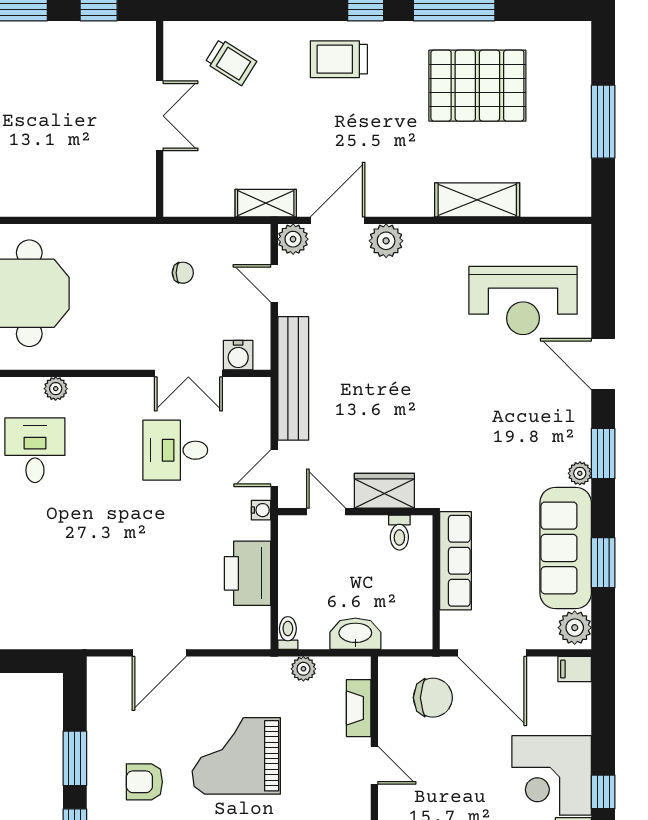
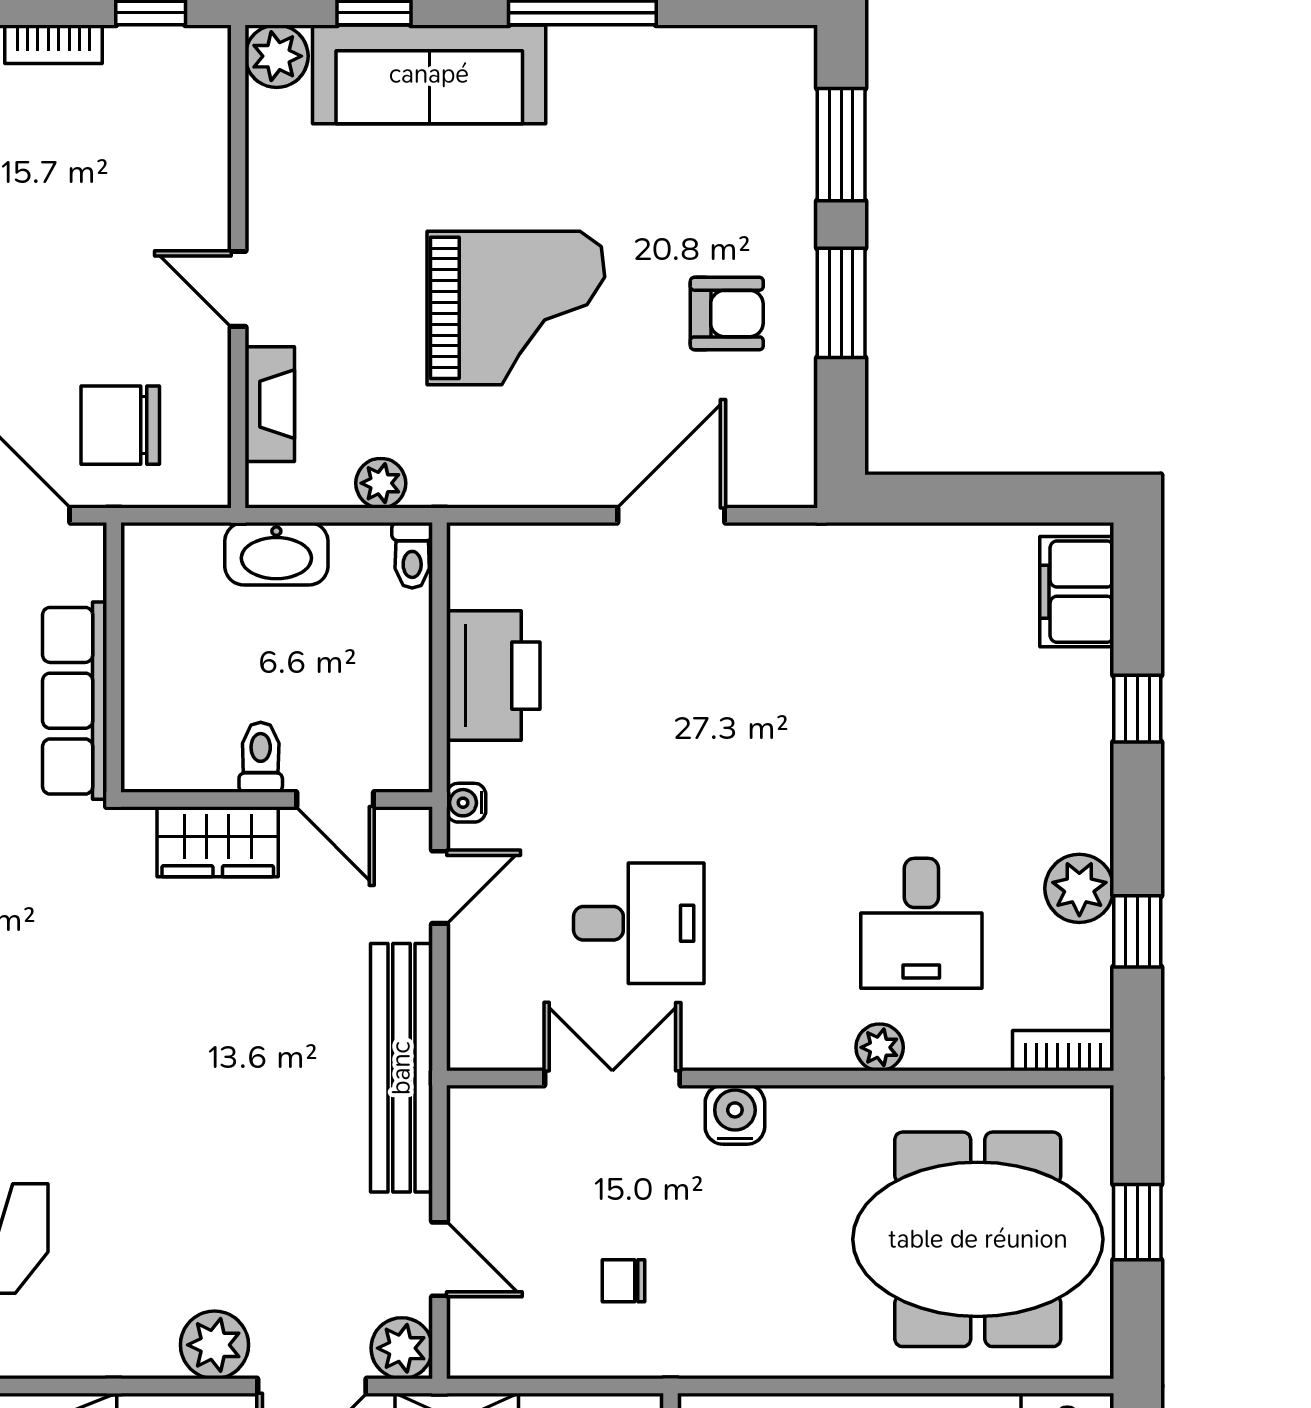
water cooler: (238, 355) -> (735, 1115), moved
toilet: (399, 533) -> (261, 757), moved
armchair: (144, 782) -> (727, 314), moved

